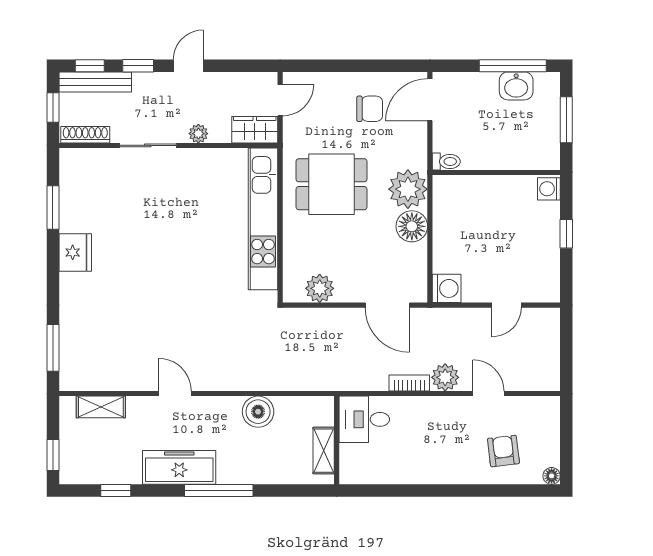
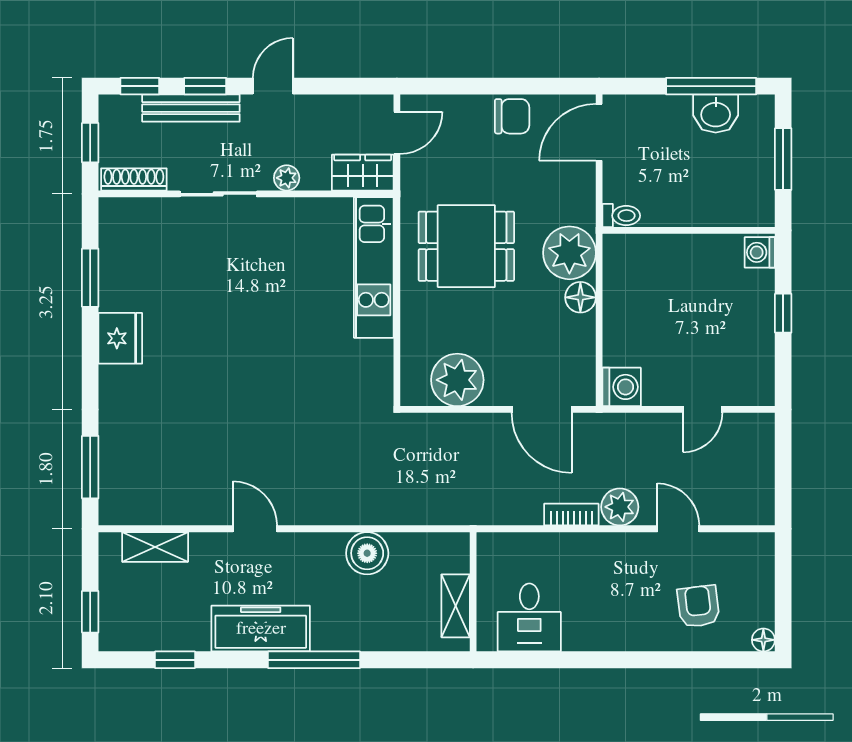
bench: (95, 82) -> (191, 108), moved
chair: (370, 109) -> (512, 116), moved
kitchen unit: (263, 219) -> (374, 268), width x0.73
floor lamp: (412, 226) -> (580, 297), width x0.73, depth x0.73
plant: (320, 288) -> (457, 380), width x1.36, depth x1.36
desk: (364, 419) -> (529, 617), moved, turned -90

